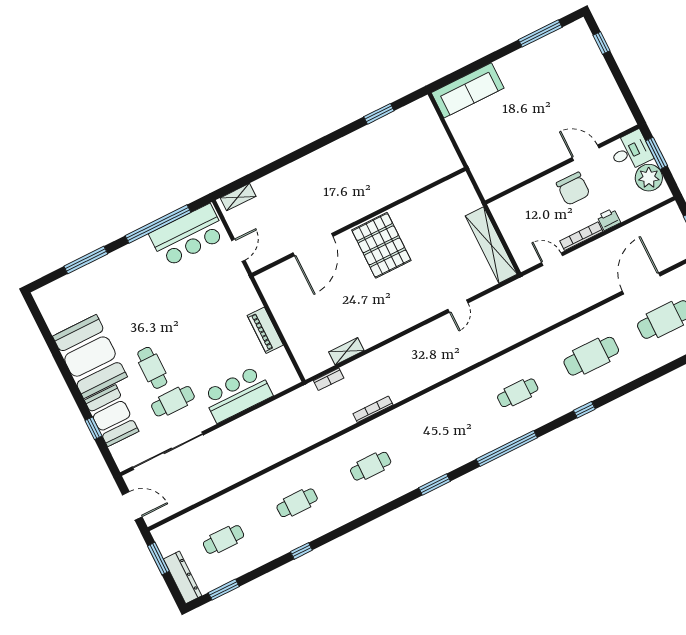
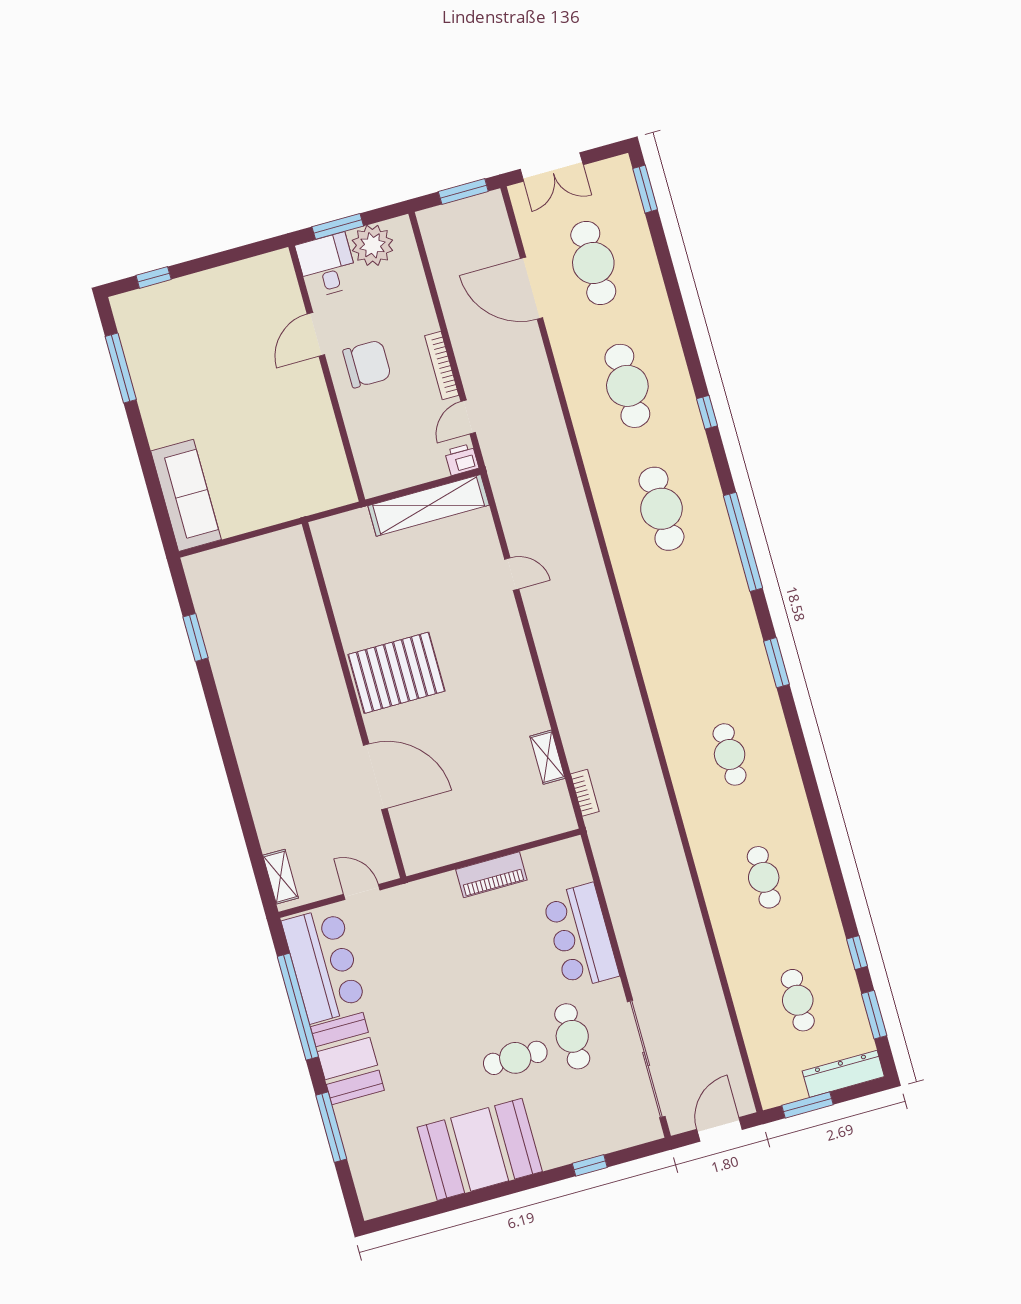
printer: (609, 219) -> (462, 459), moved, turned 90
cafe table: (518, 393) -> (661, 509), width x1.37, depth x1.35
bookcase: (373, 409) -> (644, 734), removed
booth: (112, 416) -> (347, 1058), moved, turned 90
window: (301, 551) -> (857, 953), moved

